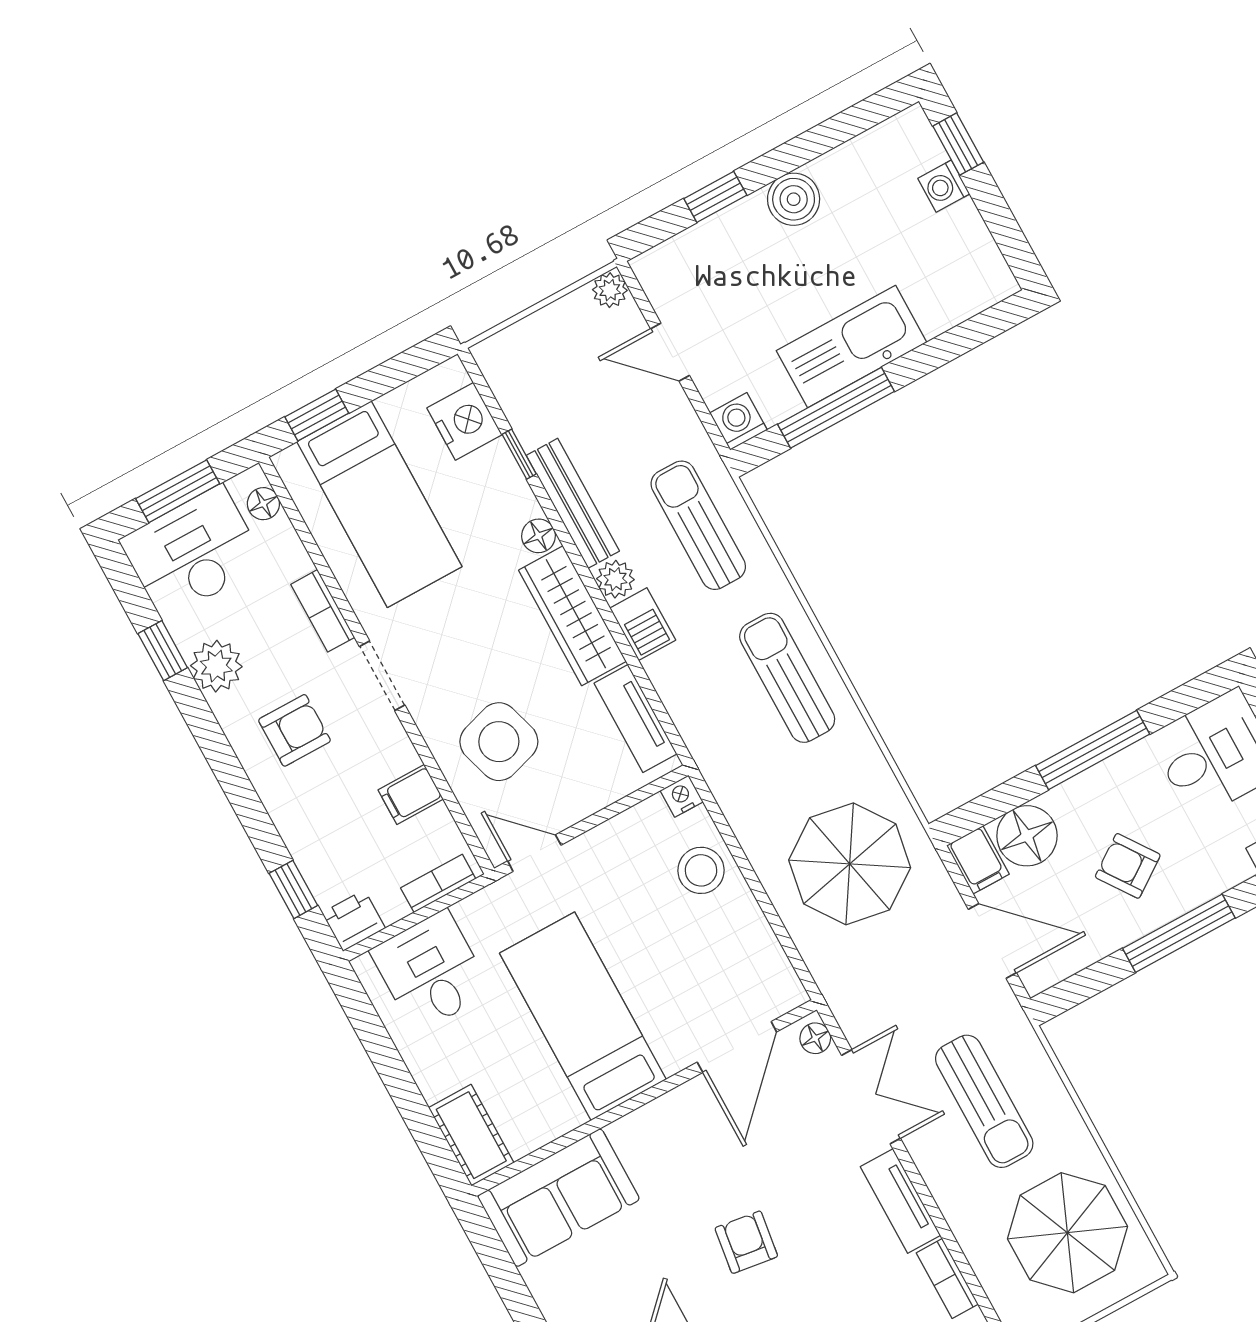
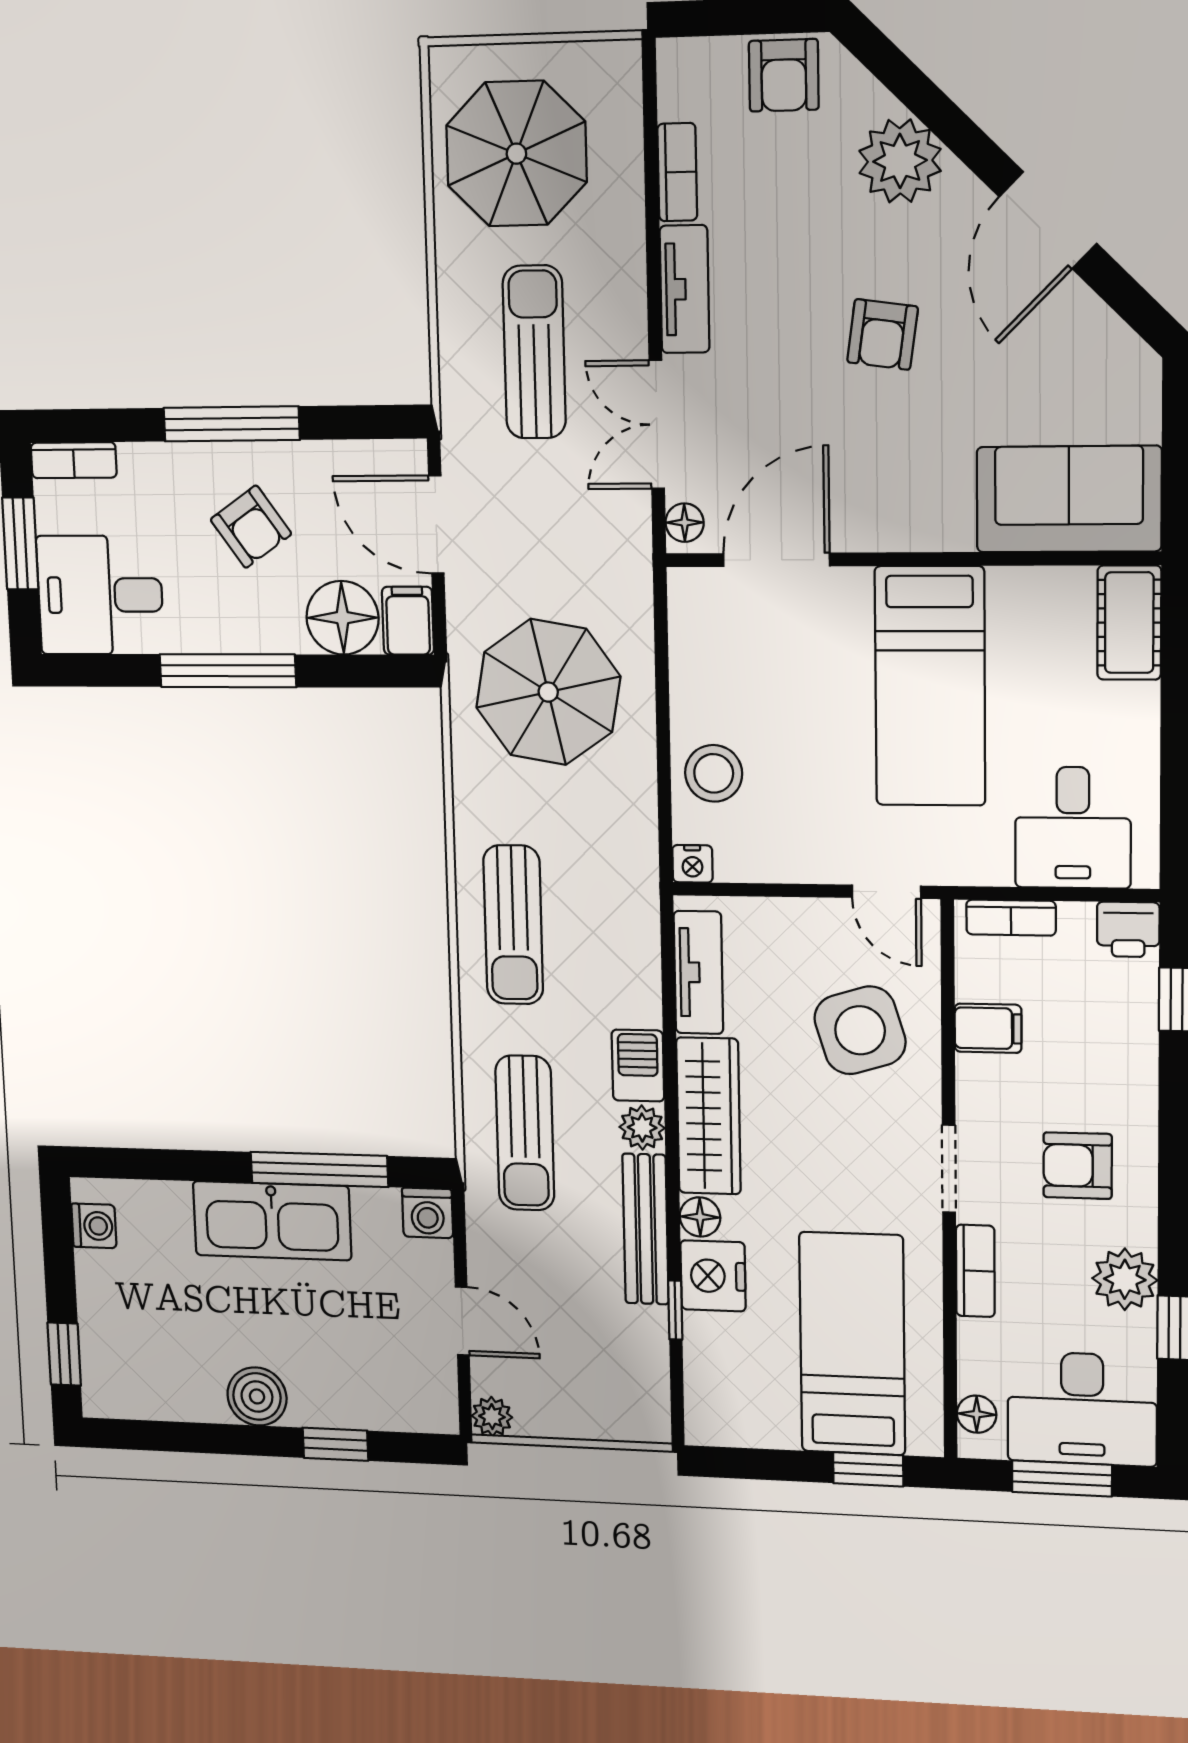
washing machine: (944, 186) -> (94, 1226), moved
nightstand: (464, 421) -> (713, 1276), moved

